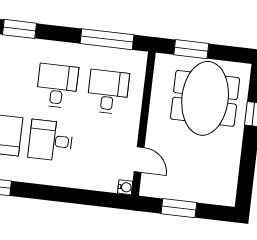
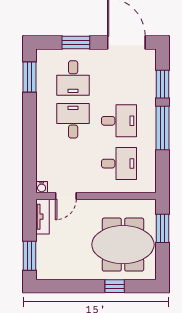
window: (107, 39) -> (162, 128), moved
tv unit: (161, 190) -> (43, 217), added
window: (179, 208) -> (30, 256), moved

